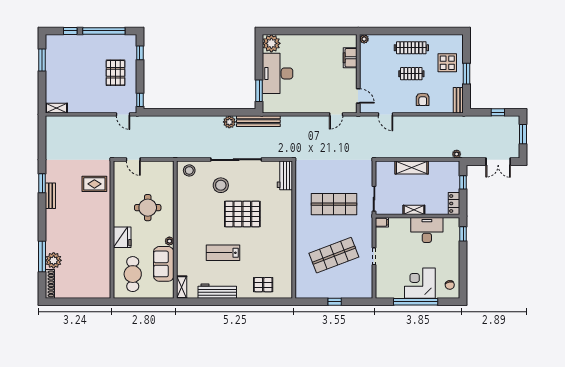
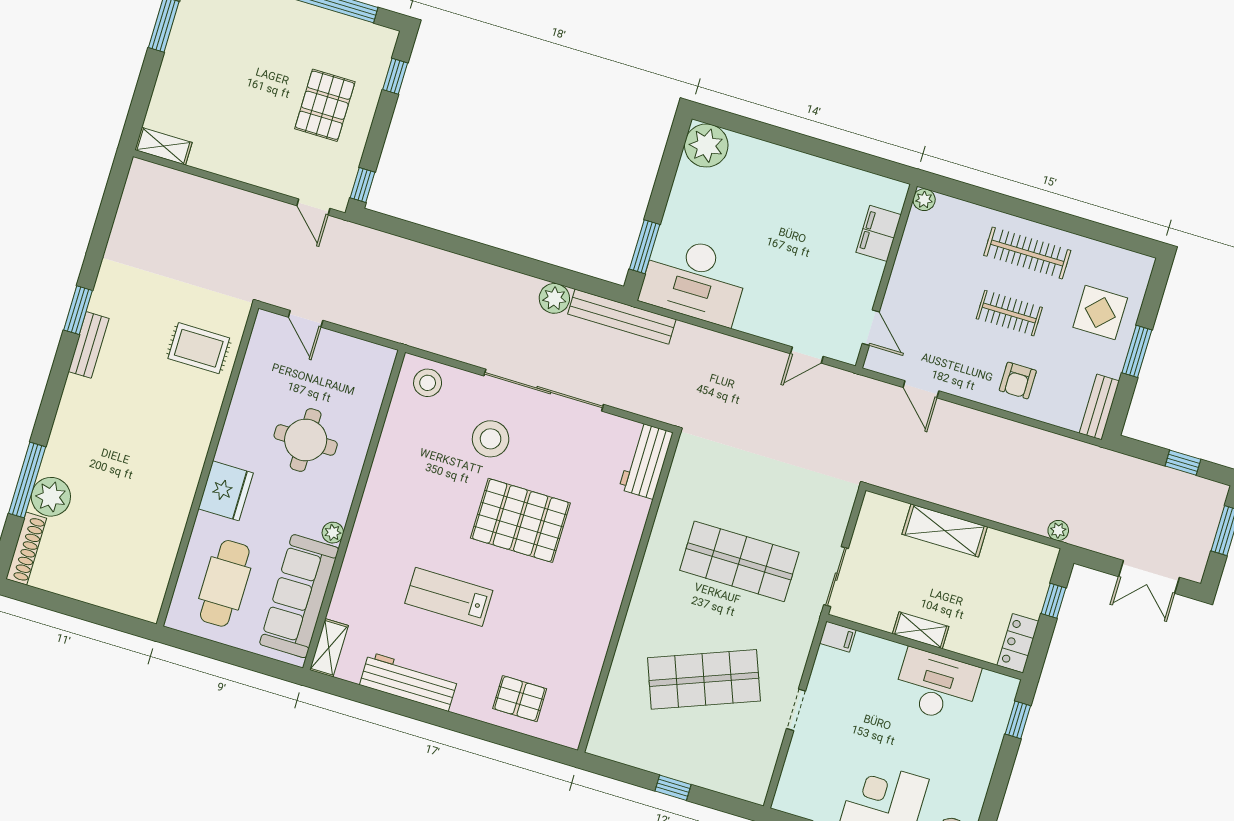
desk: (278, 73) -> (694, 280), moved, turned -90
sofa: (164, 264) -> (299, 596), width x1.36

